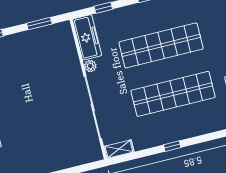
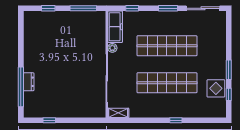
window: (39, 24) -> (83, 8), width x1.44
window: (172, 146) -> (176, 120), moved

